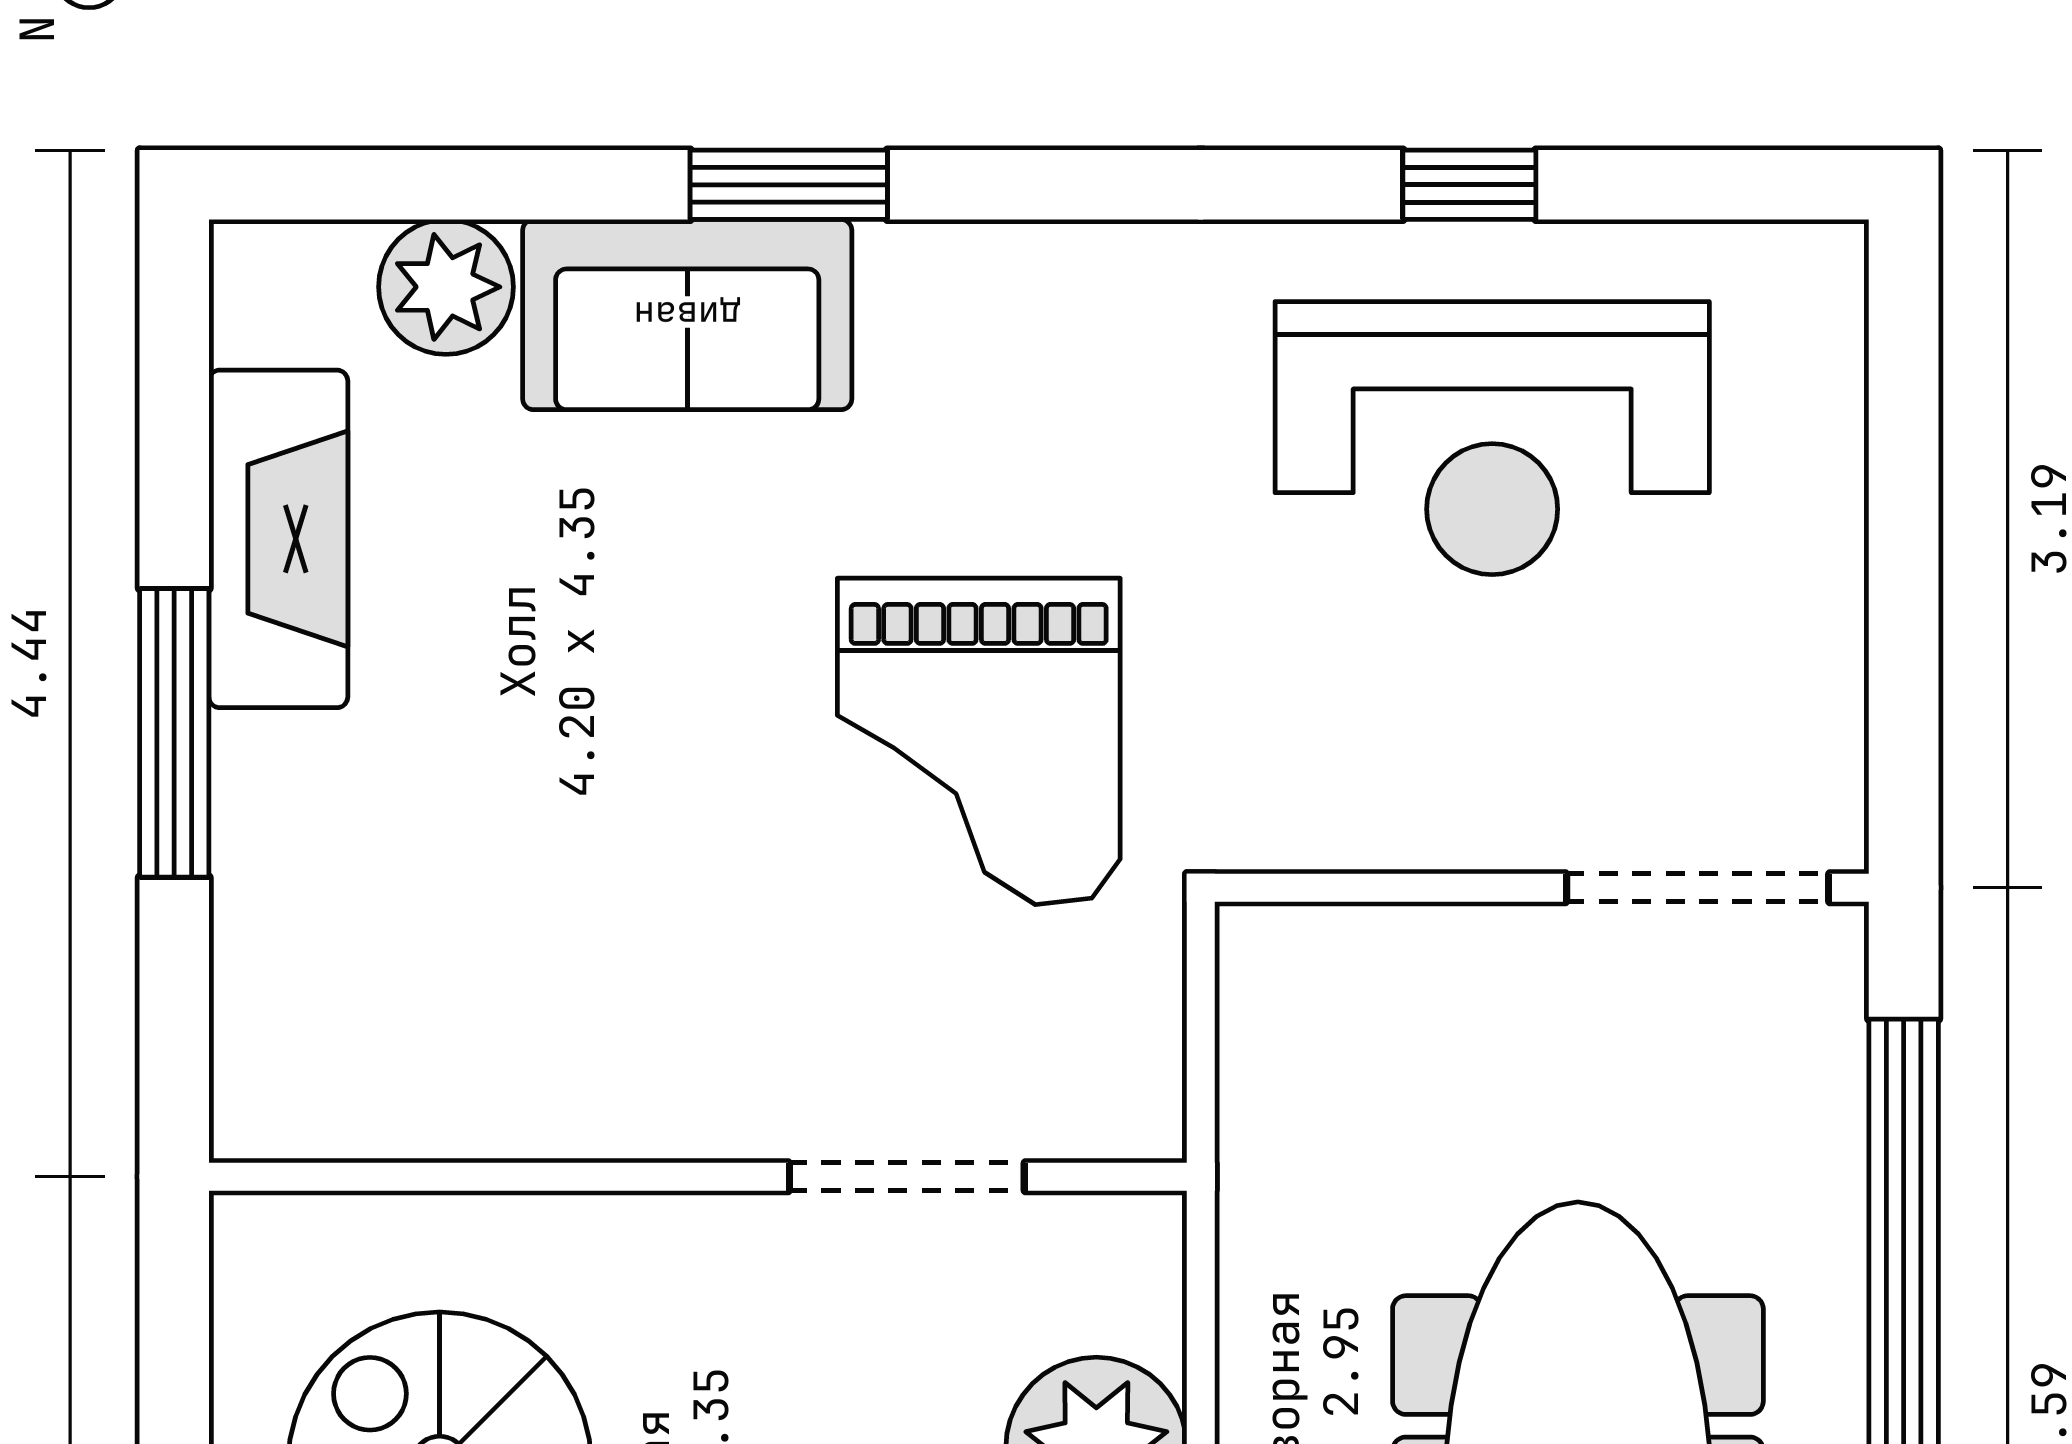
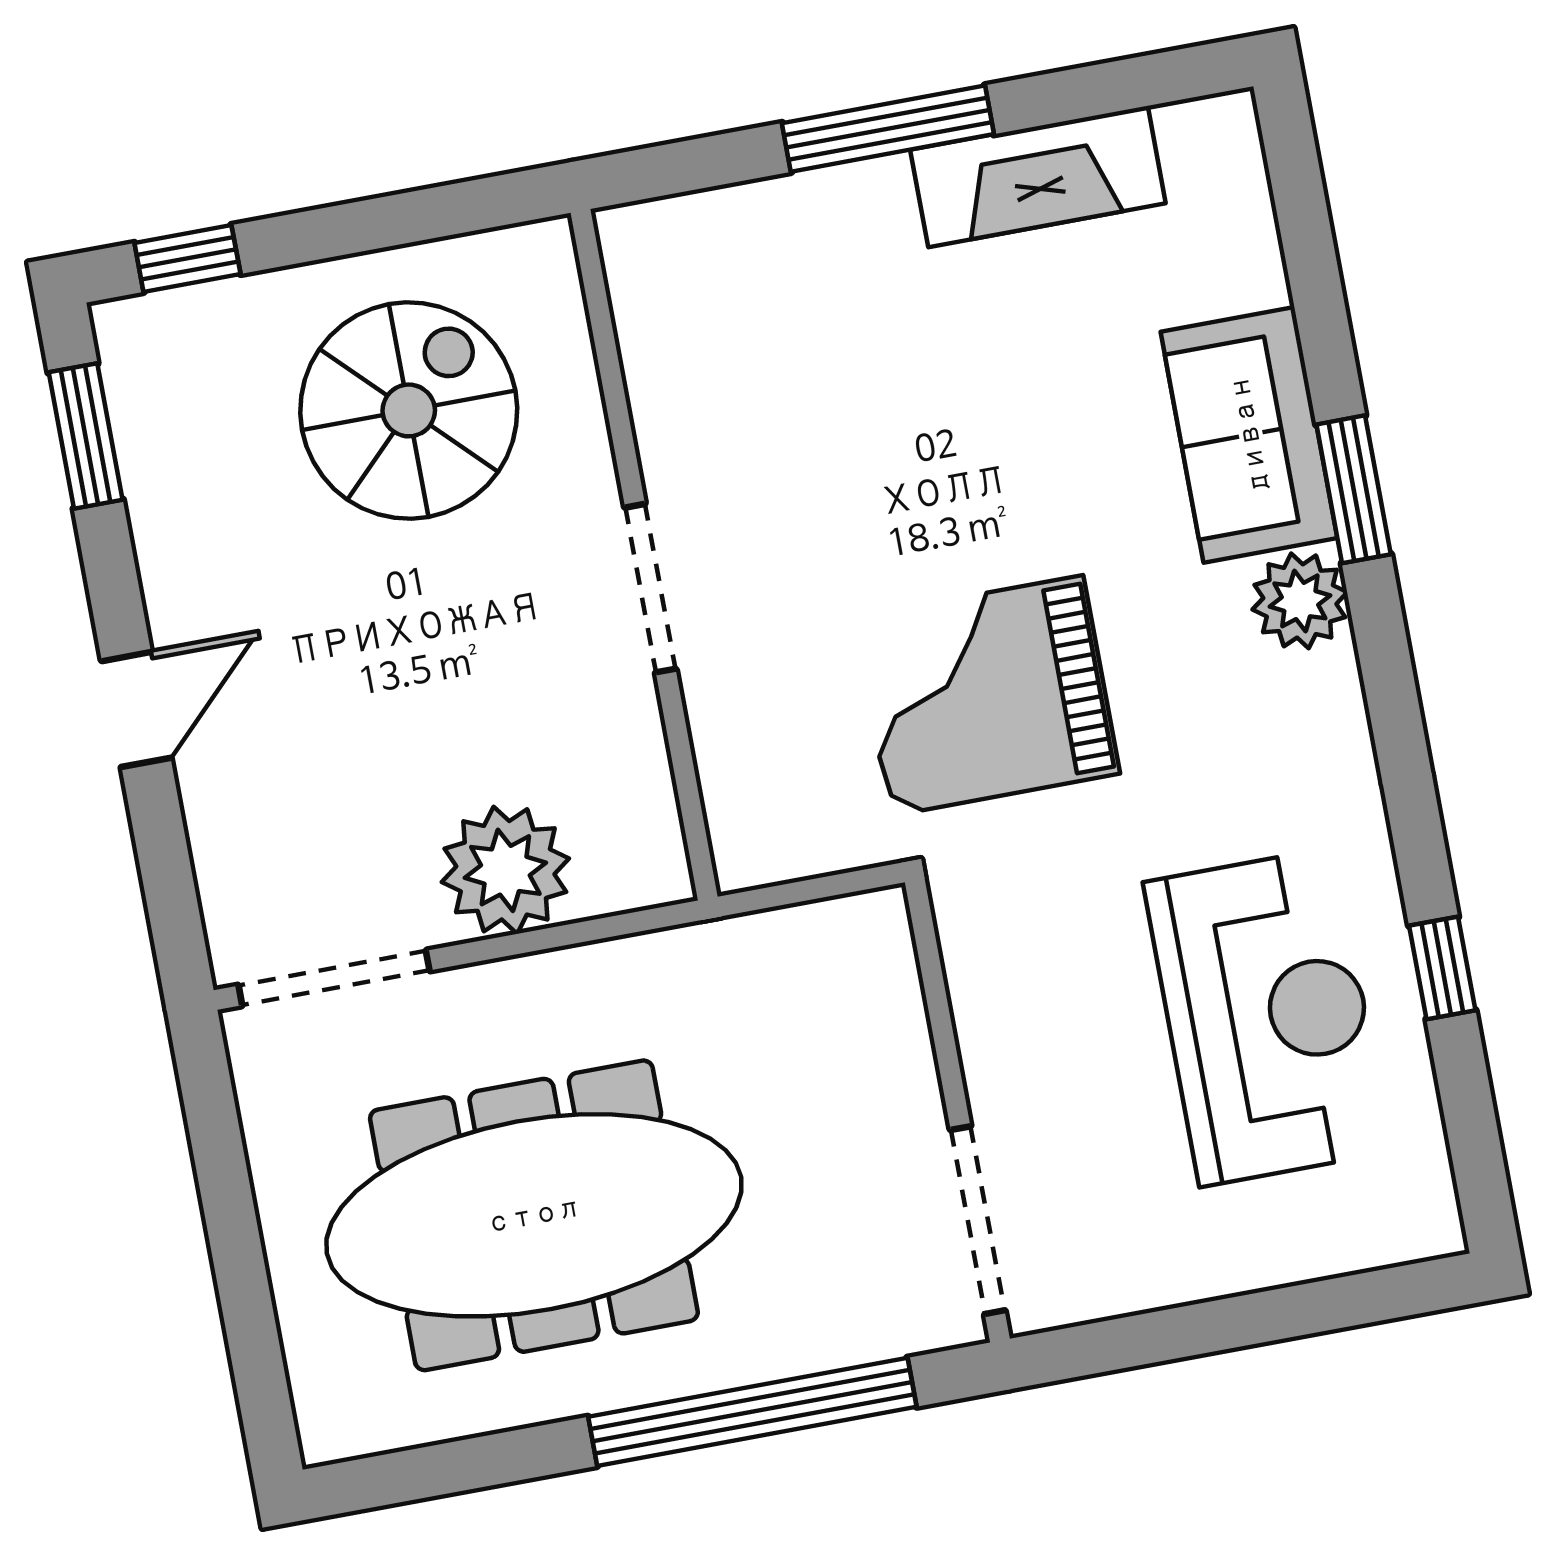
plant: (446, 287) -> (1300, 601), moved
reception desk: (1492, 438) -> (1267, 1017), turned 180
doorway: (907, 1177) -> (650, 588), moved

